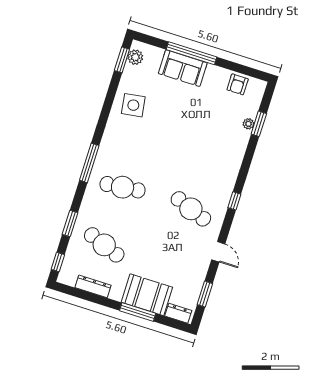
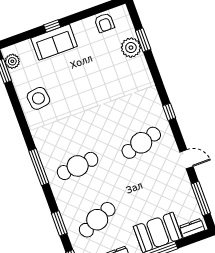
window: (192, 53) -> (52, 26), width x0.32
plant: (248, 124) -> (131, 48), width x1.88, depth x1.88
cafe table: (191, 209) -> (141, 143), turned -36
cafe table: (104, 245) -> (97, 220), turned -45
window: (205, 294) -> (201, 199), width x1.44

